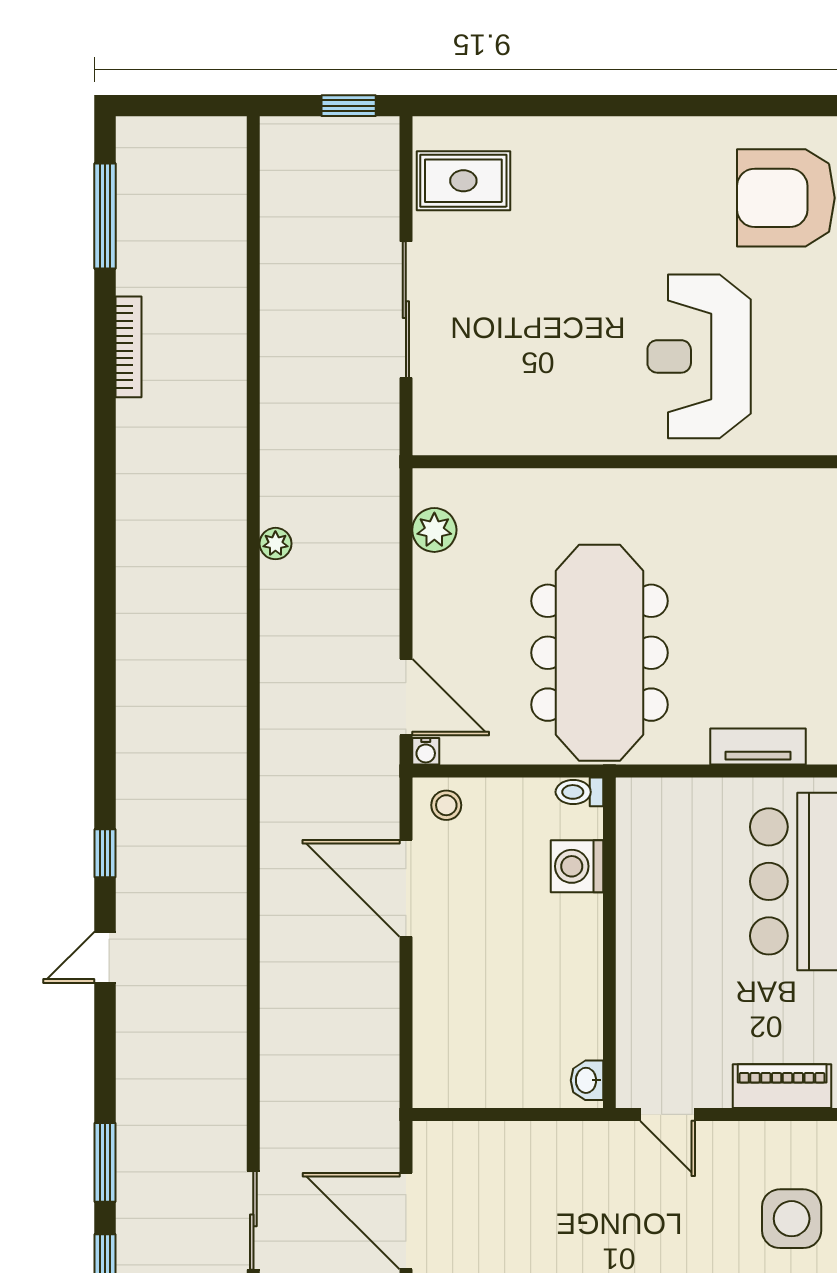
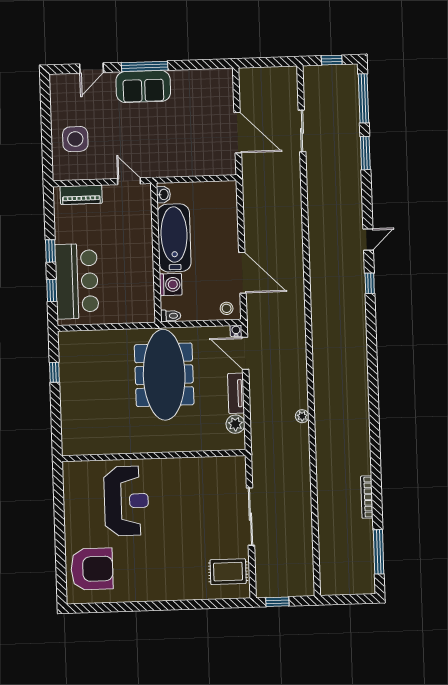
tv unit: (758, 747) -> (236, 393), moved, turned 90
bathtub: (565, 976) -> (174, 238), added

